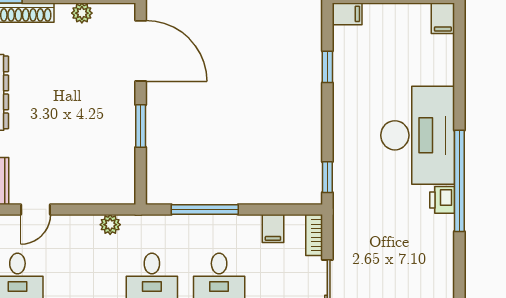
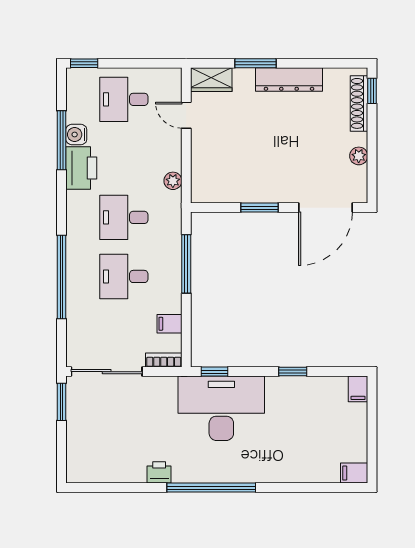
window: (327, 67) -> (293, 372), moved
desk: (418, 135) -> (221, 408), moved, turned 180
printer: (442, 200) -> (159, 472), moved

